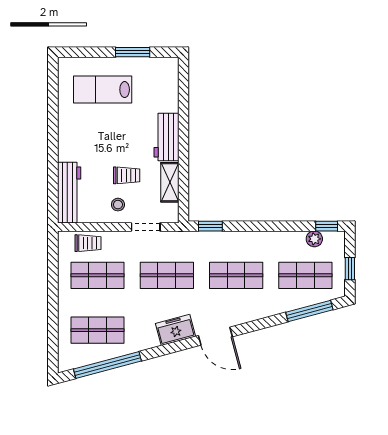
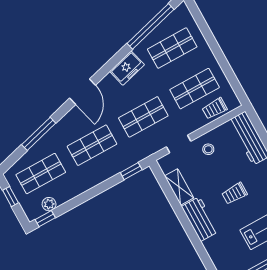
trolley: (127, 175) -> (234, 193), moved
window: (309, 311) -> (39, 134), moved
freezer: (175, 330) -> (127, 68), moved
door: (215, 336) -> (83, 92), swing flipped

